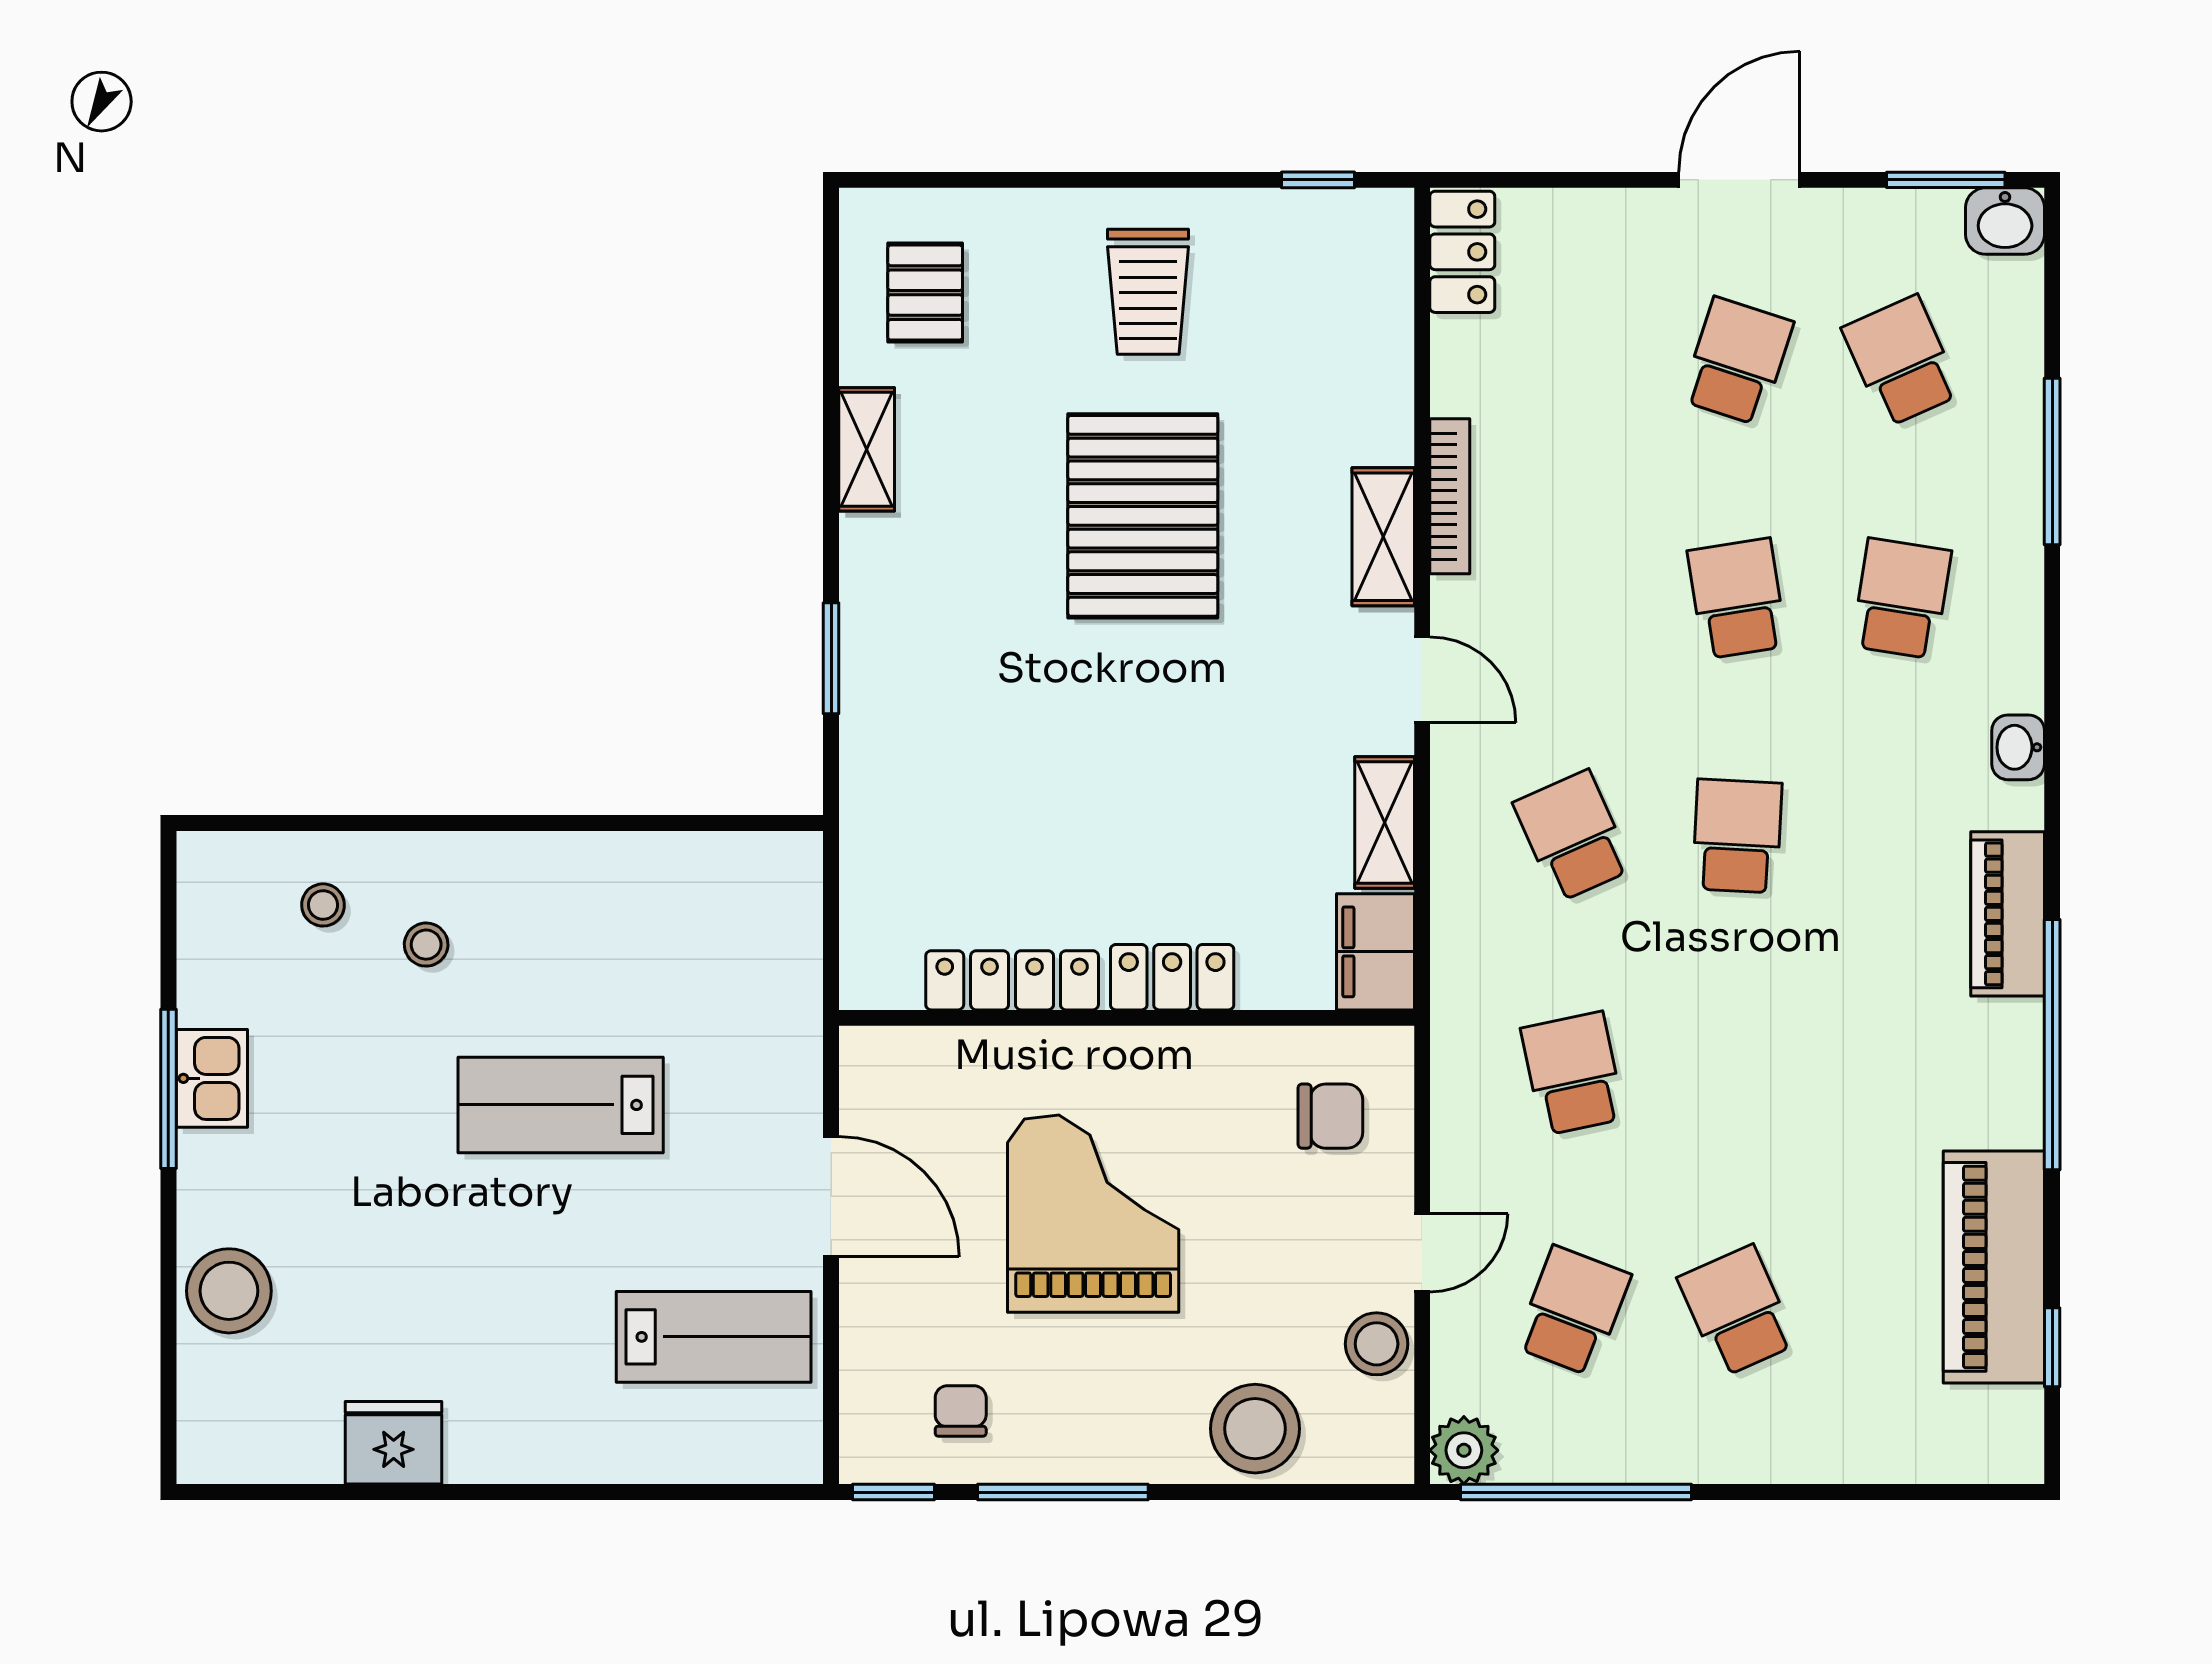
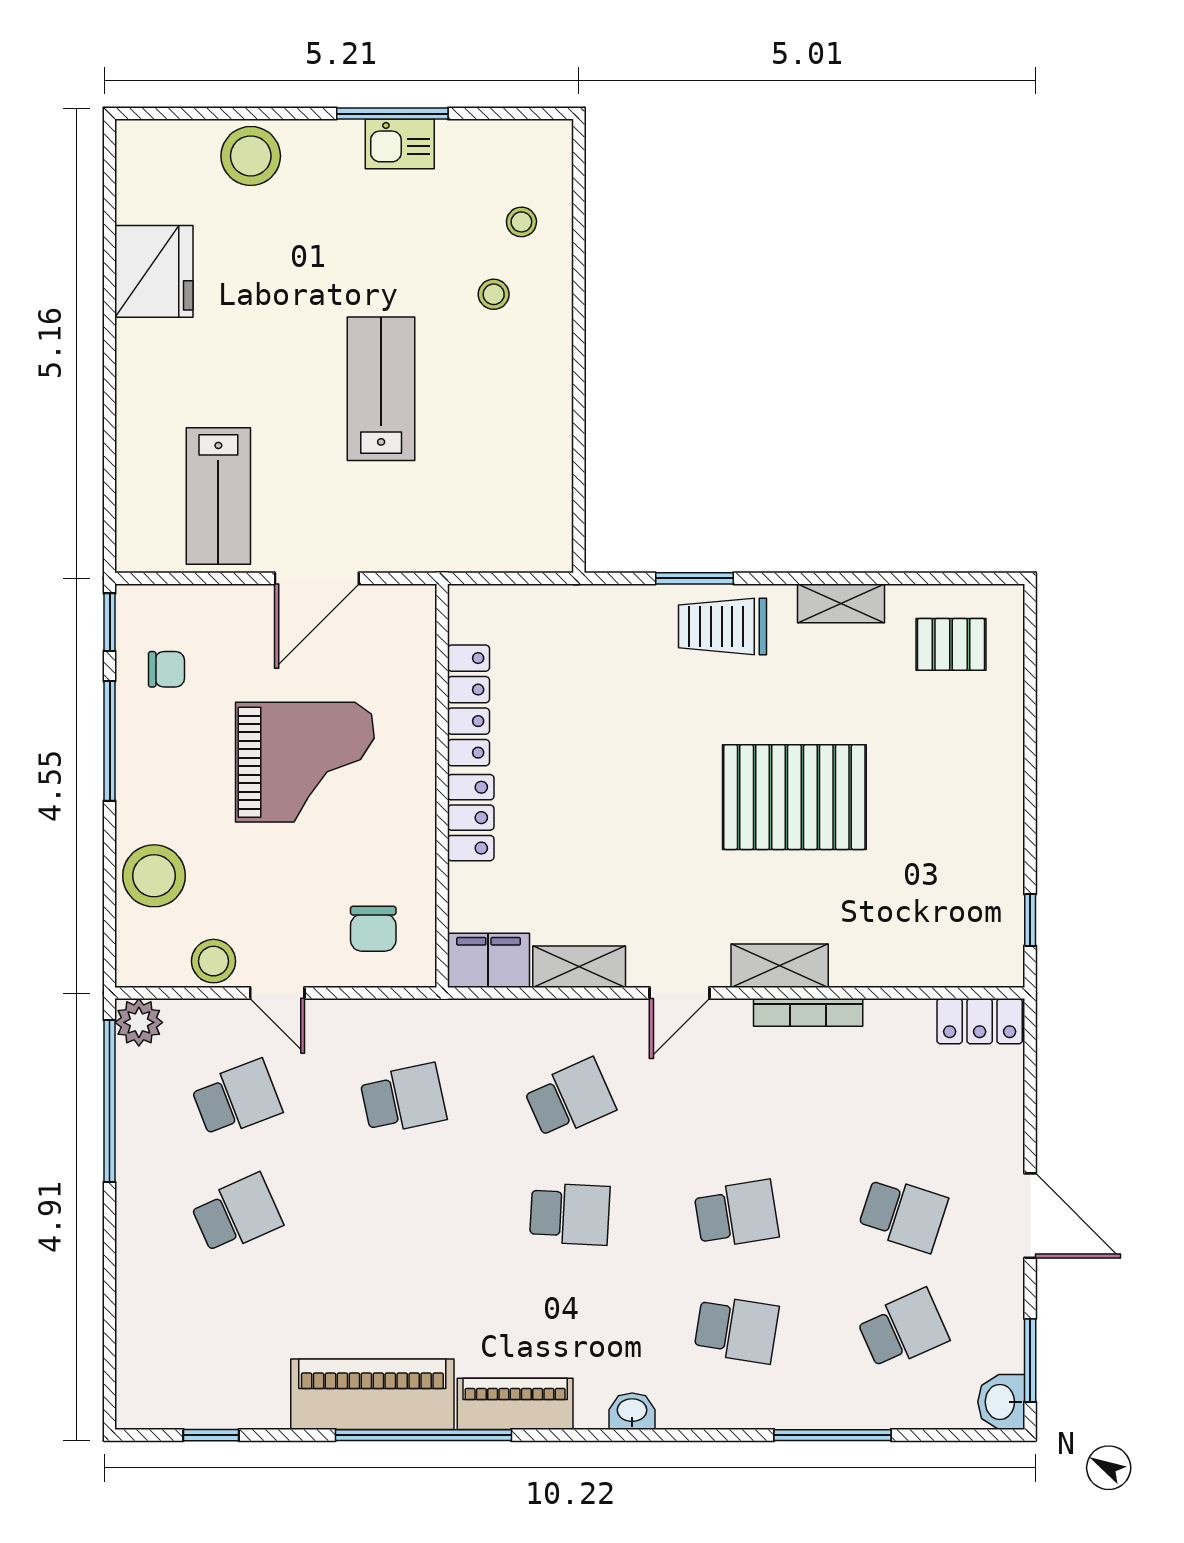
trolley: (1148, 292) -> (722, 626), moved
piano: (1994, 1267) -> (372, 1394), moved
school desk: (1573, 1311) -> (237, 1099), turned -42
fridge: (394, 1443) -> (154, 271), width x1.36, depth x1.34

